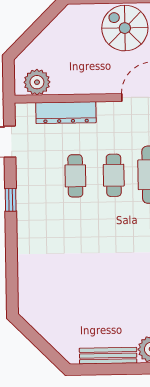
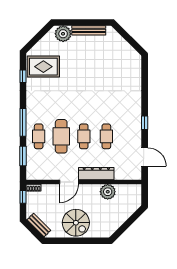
plant: (37, 82) -> (108, 192), moved
dresser: (66, 113) -> (96, 174), moved

